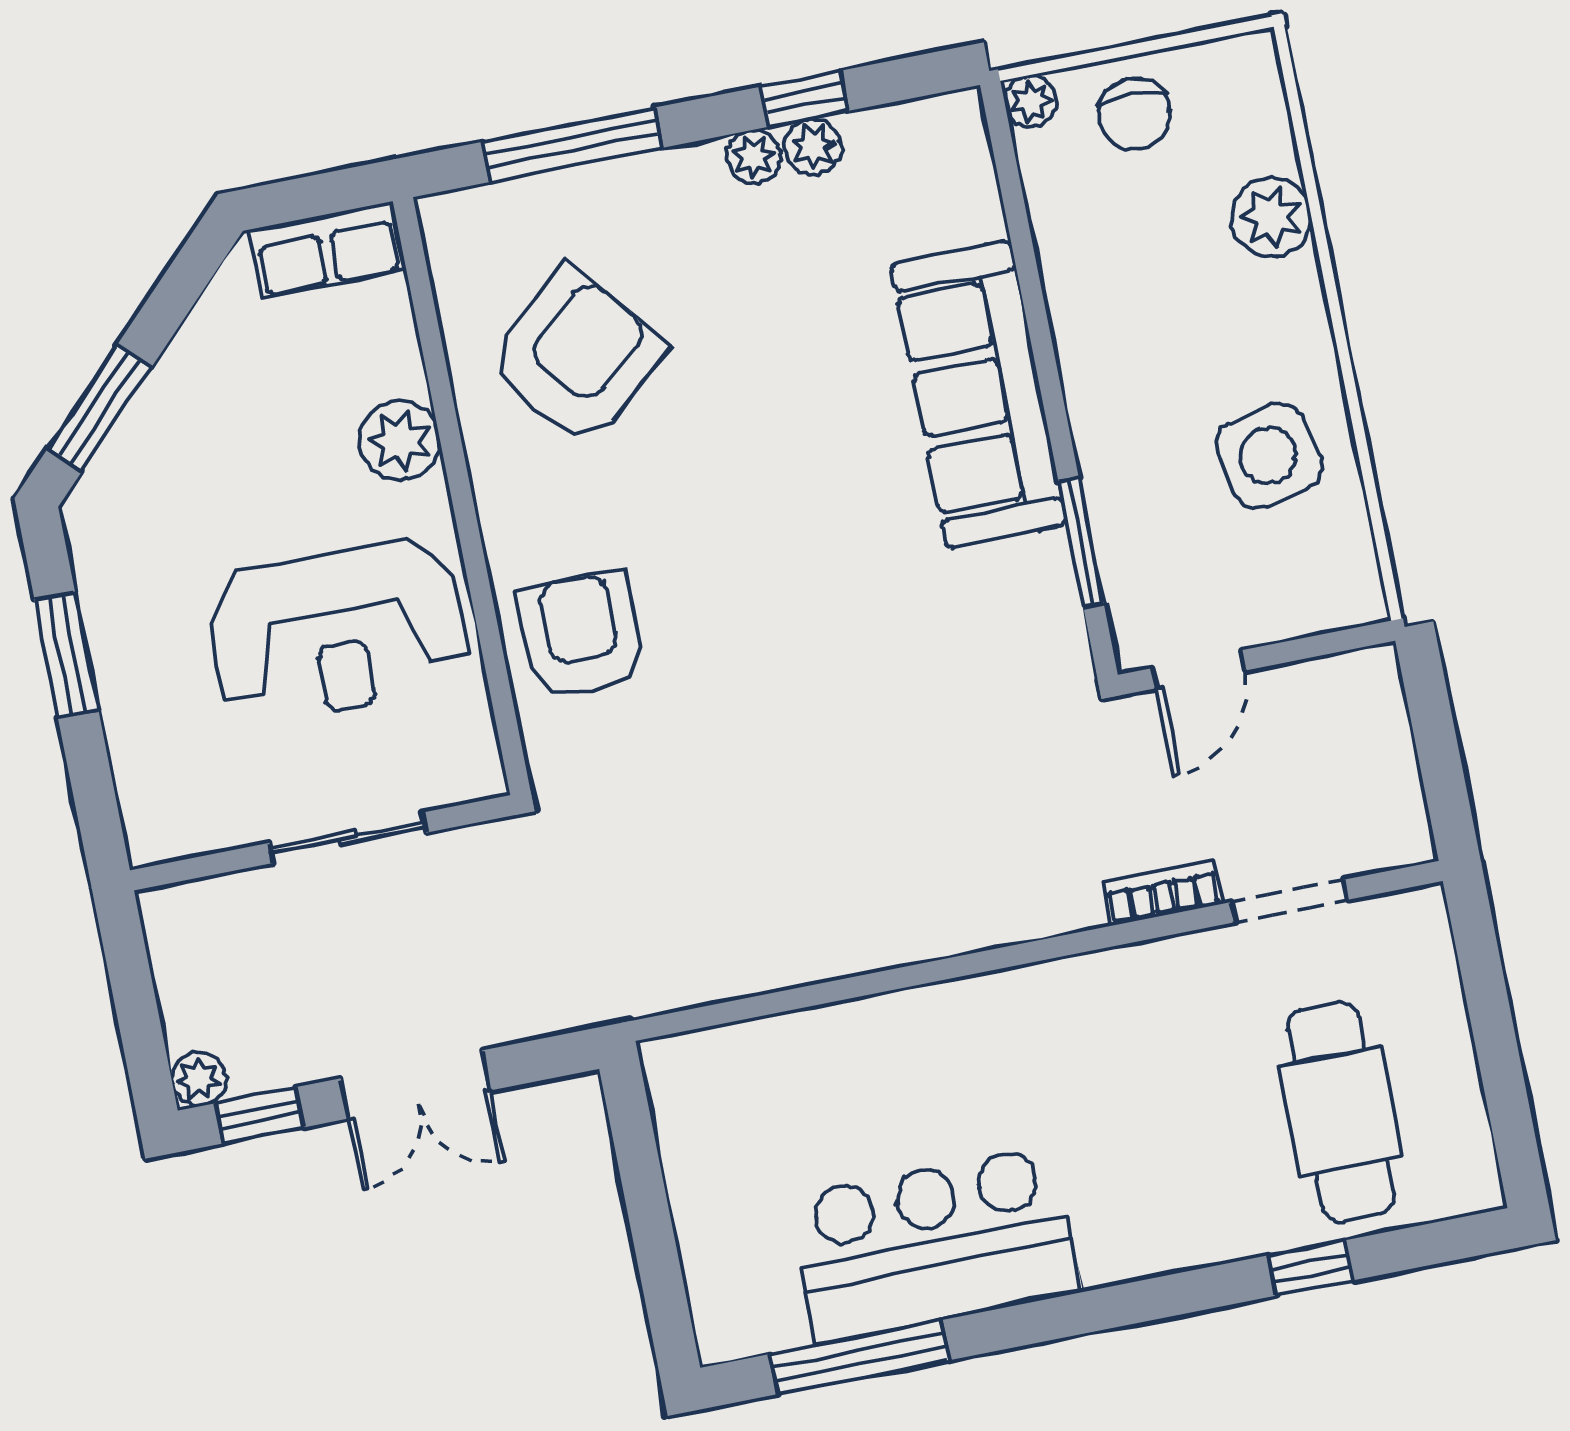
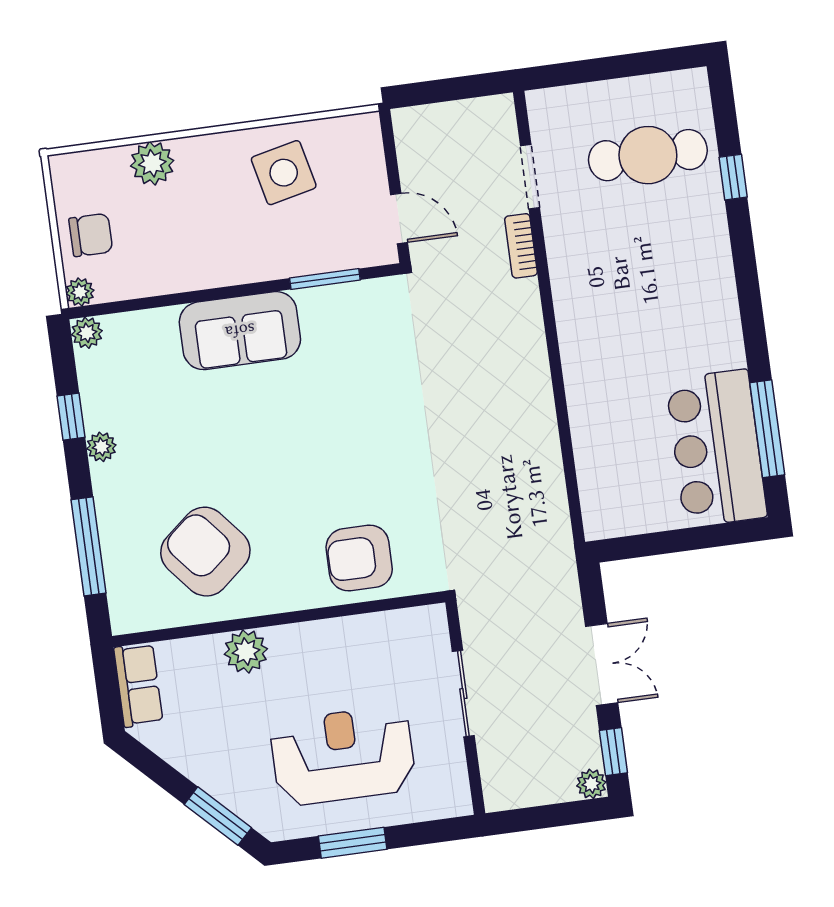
plant: (813, 147) -> (87, 333), moved
sofa: (979, 394) -> (240, 331), width x0.73
reception desk: (338, 631) -> (343, 756), moved, turned -90
bar counter: (935, 1244) -> (716, 448), moved

